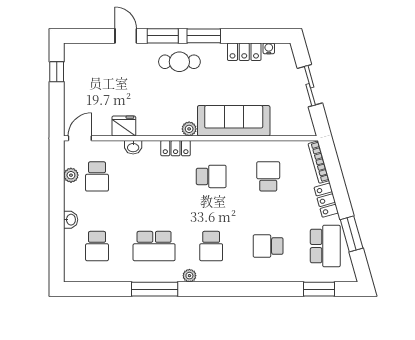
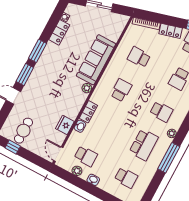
cafe table: (179, 62) -> (23, 131), moved
locker: (176, 148) -> (88, 112), moved
washbasin: (71, 220) -> (93, 180), moved

